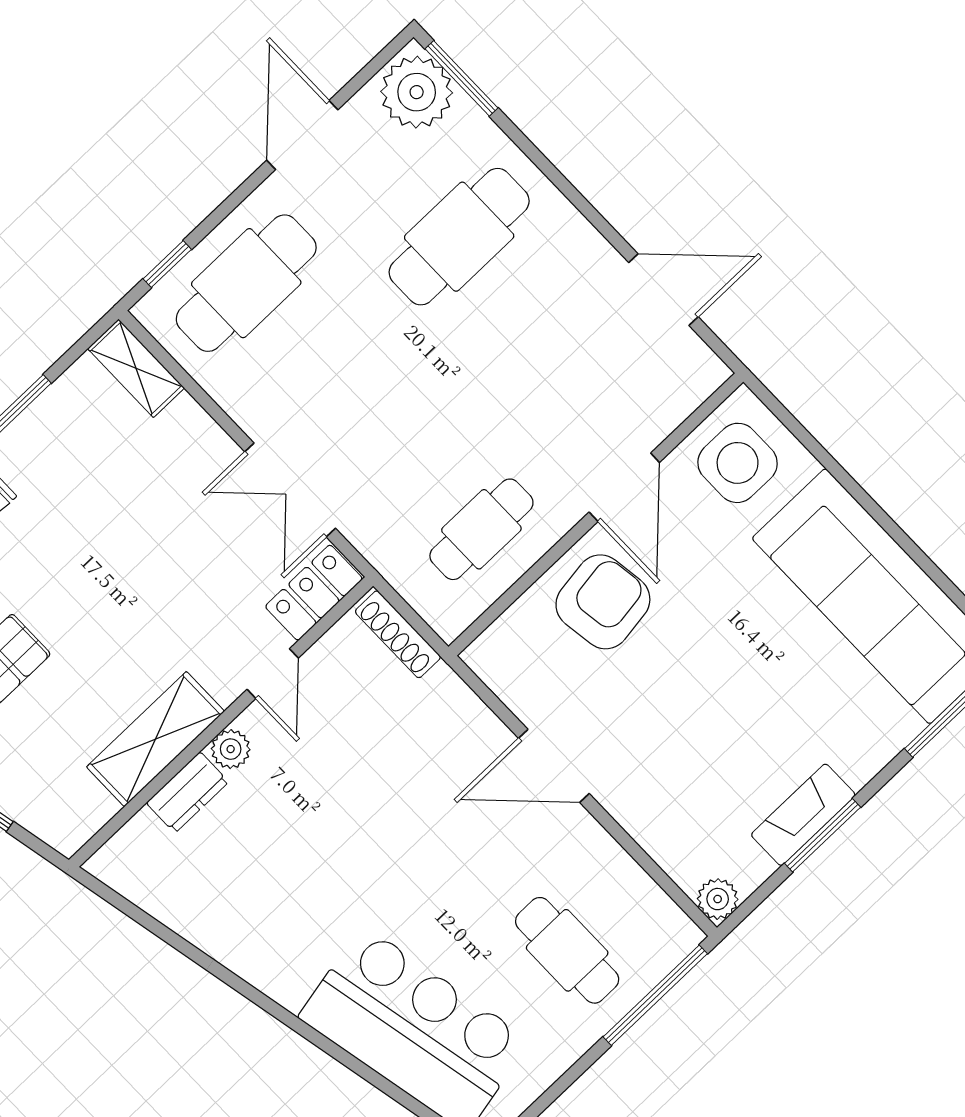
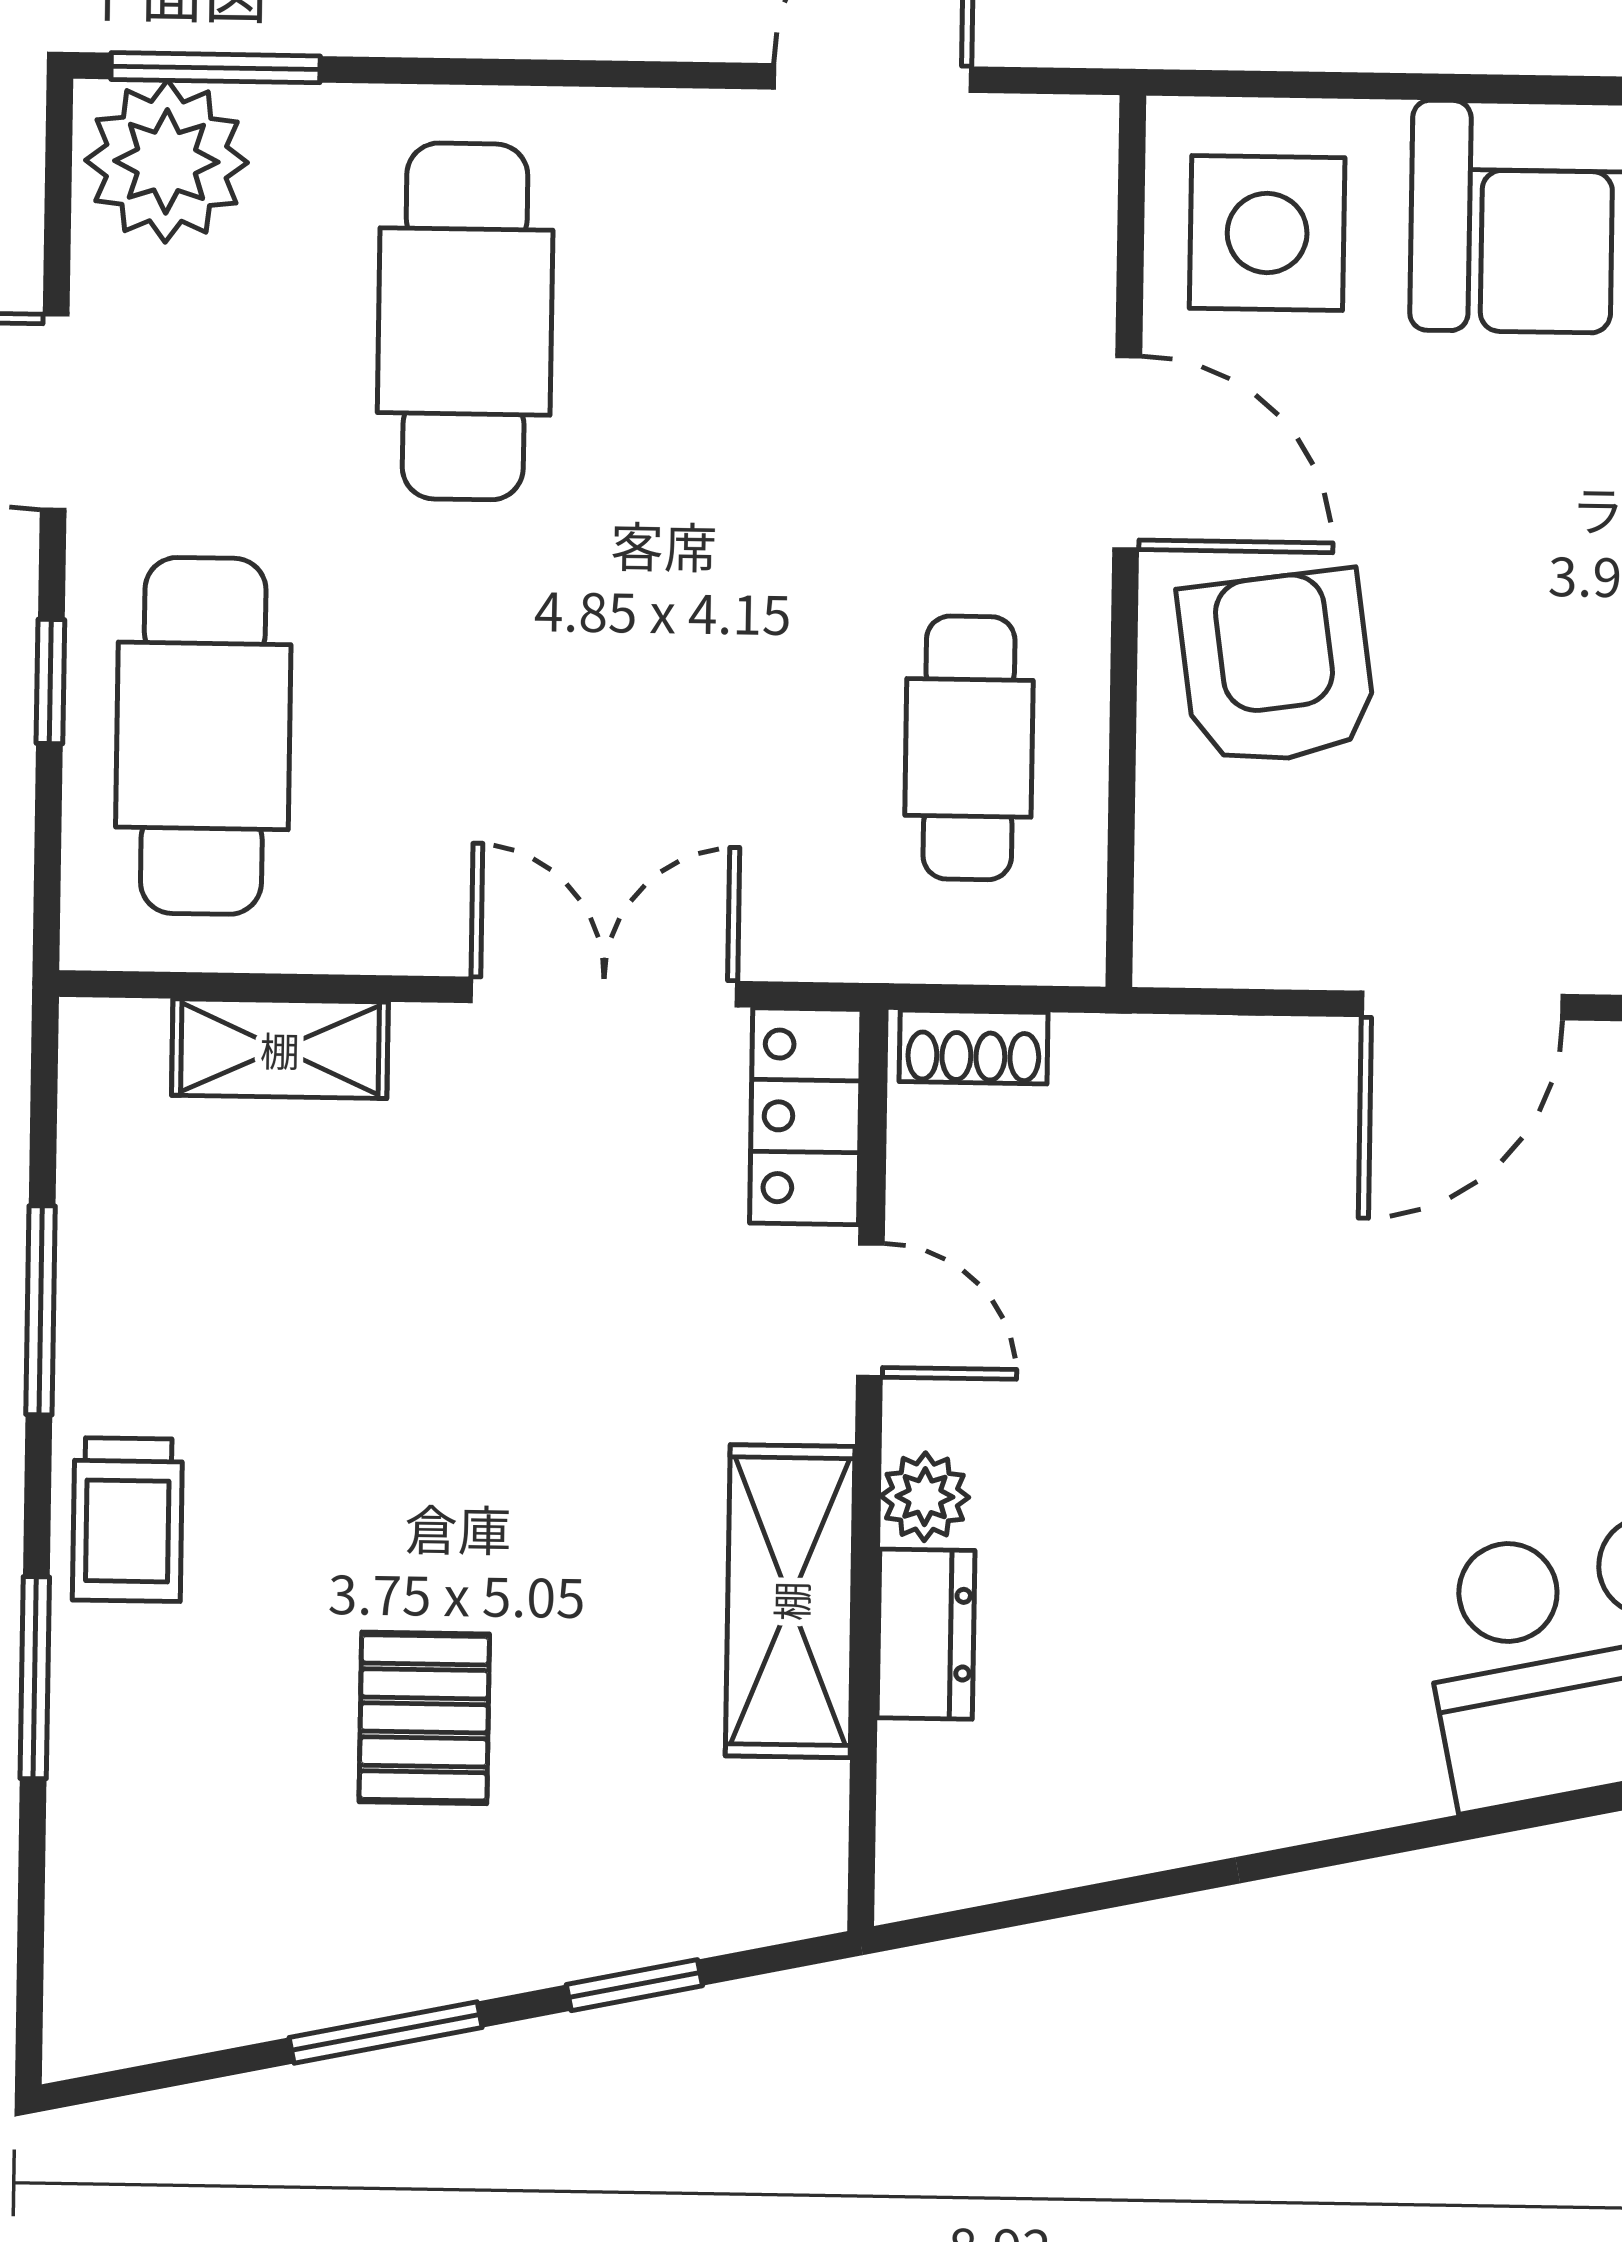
window: (167, 264) -> (50, 681), moved
shelving: (136, 368) -> (280, 1049), moved
double door: (290, 490) -> (604, 992), swing flipped
shoe rack: (398, 634) -> (974, 1047), width x0.70

